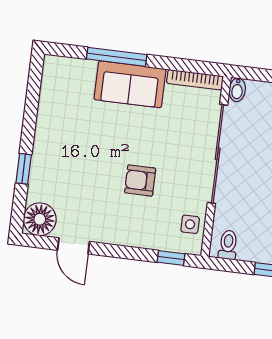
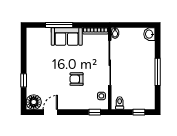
door: (73, 246) -> (50, 112), swing flipped

